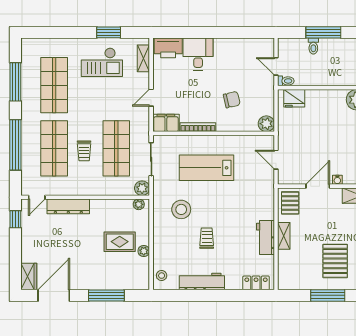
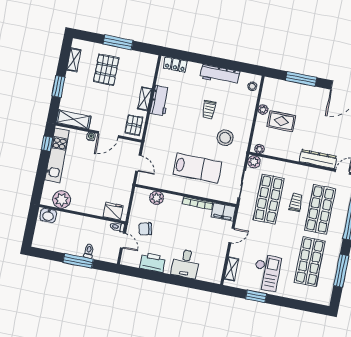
printer: (168, 48) -> (153, 262), moved
checkout: (102, 62) -> (266, 273), turned 90
chair: (232, 100) -> (145, 229), moved
plant: (266, 124) -> (157, 198), moved

